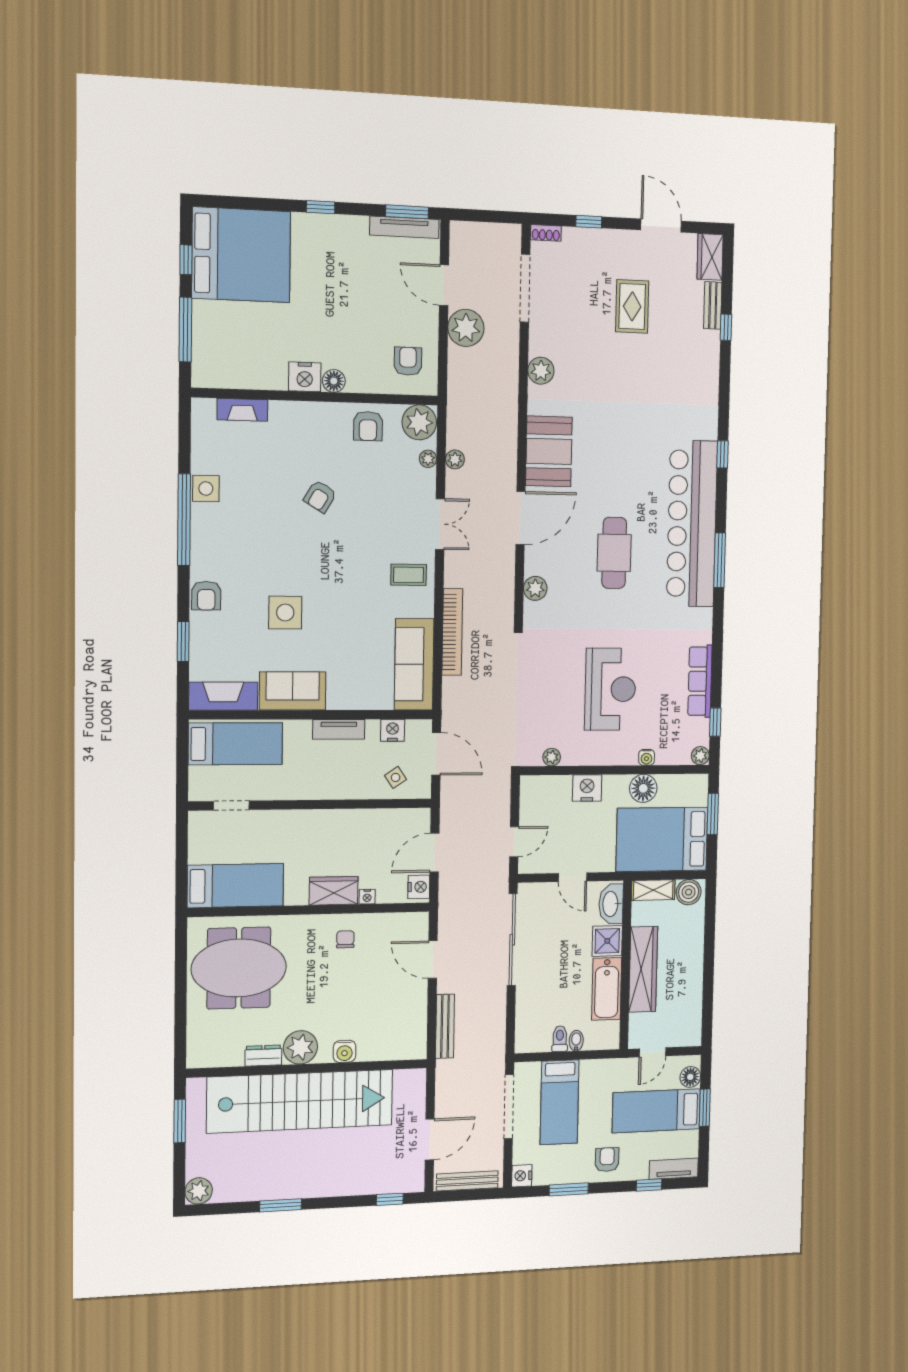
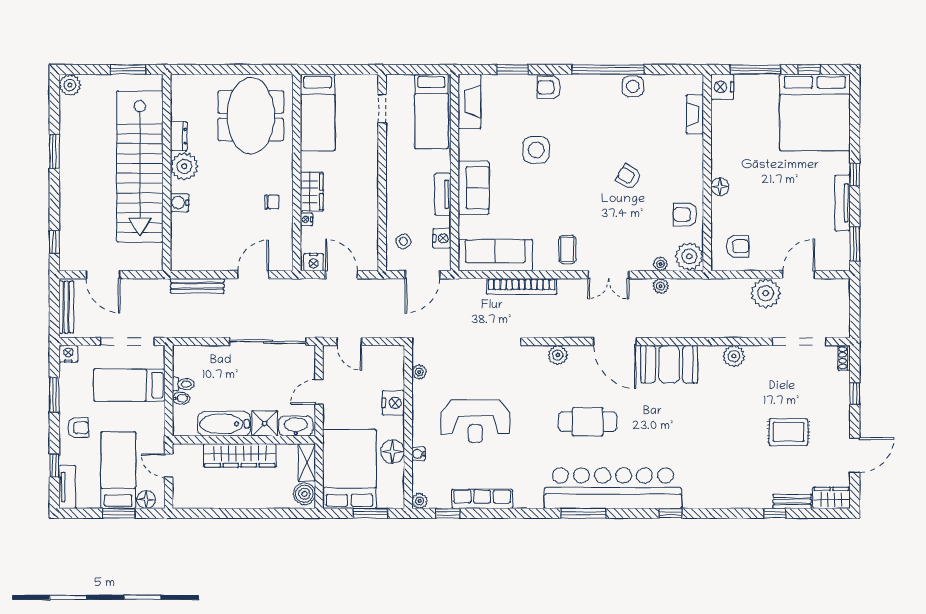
tv unit: (404, 227) -> (842, 203), moved
nightstand: (305, 377) -> (722, 87), moved
sofa: (293, 691) -> (474, 188), moved

